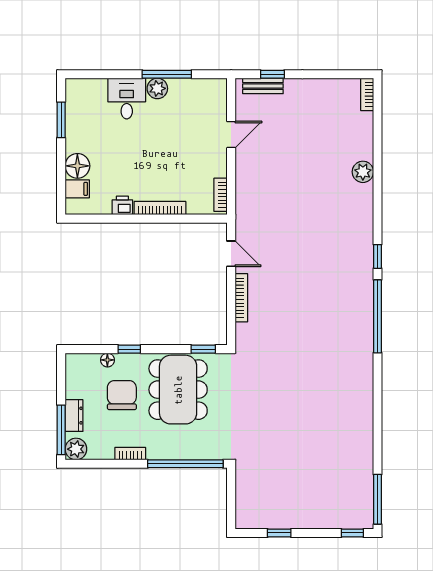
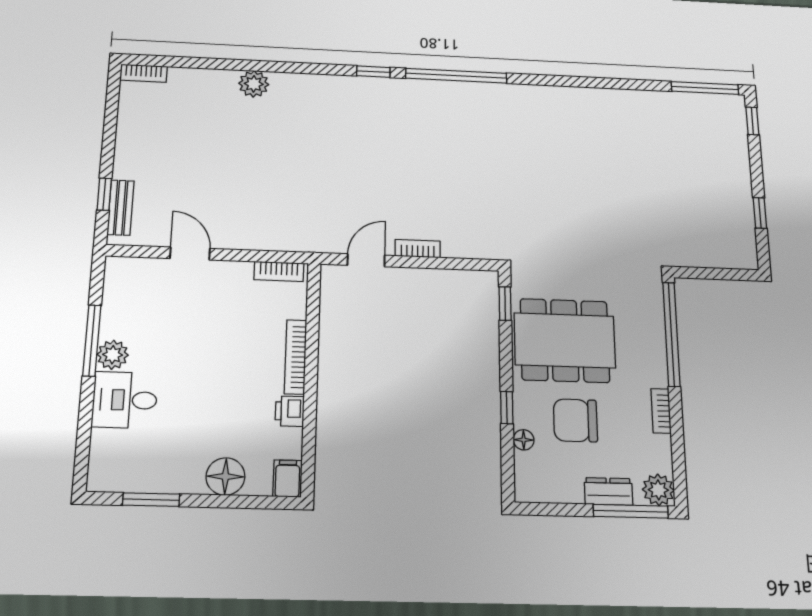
filing cabinet: (77, 189) -> (287, 478), moved
bookcase: (241, 298) -> (418, 249), width x0.64

